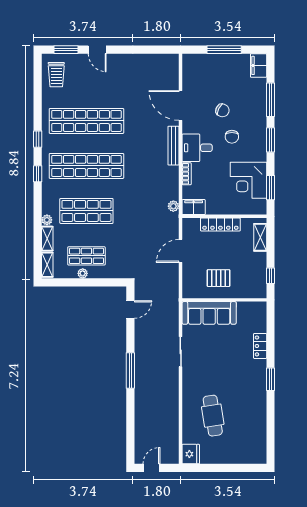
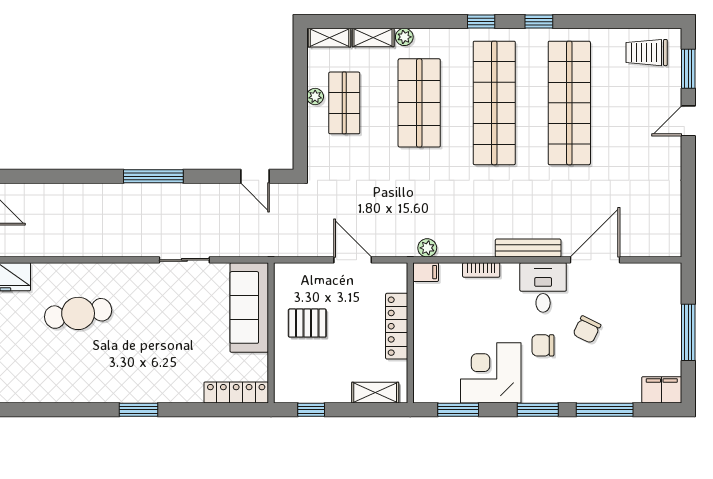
desk: (197, 148) -> (543, 287), moved
corner desk: (248, 180) -> (491, 373), moved
filing cabinet: (194, 207) -> (426, 272), width x0.50
pallet: (219, 278) -> (307, 323), turned 90
locker: (260, 346) -> (236, 392), moved, width x1.53

